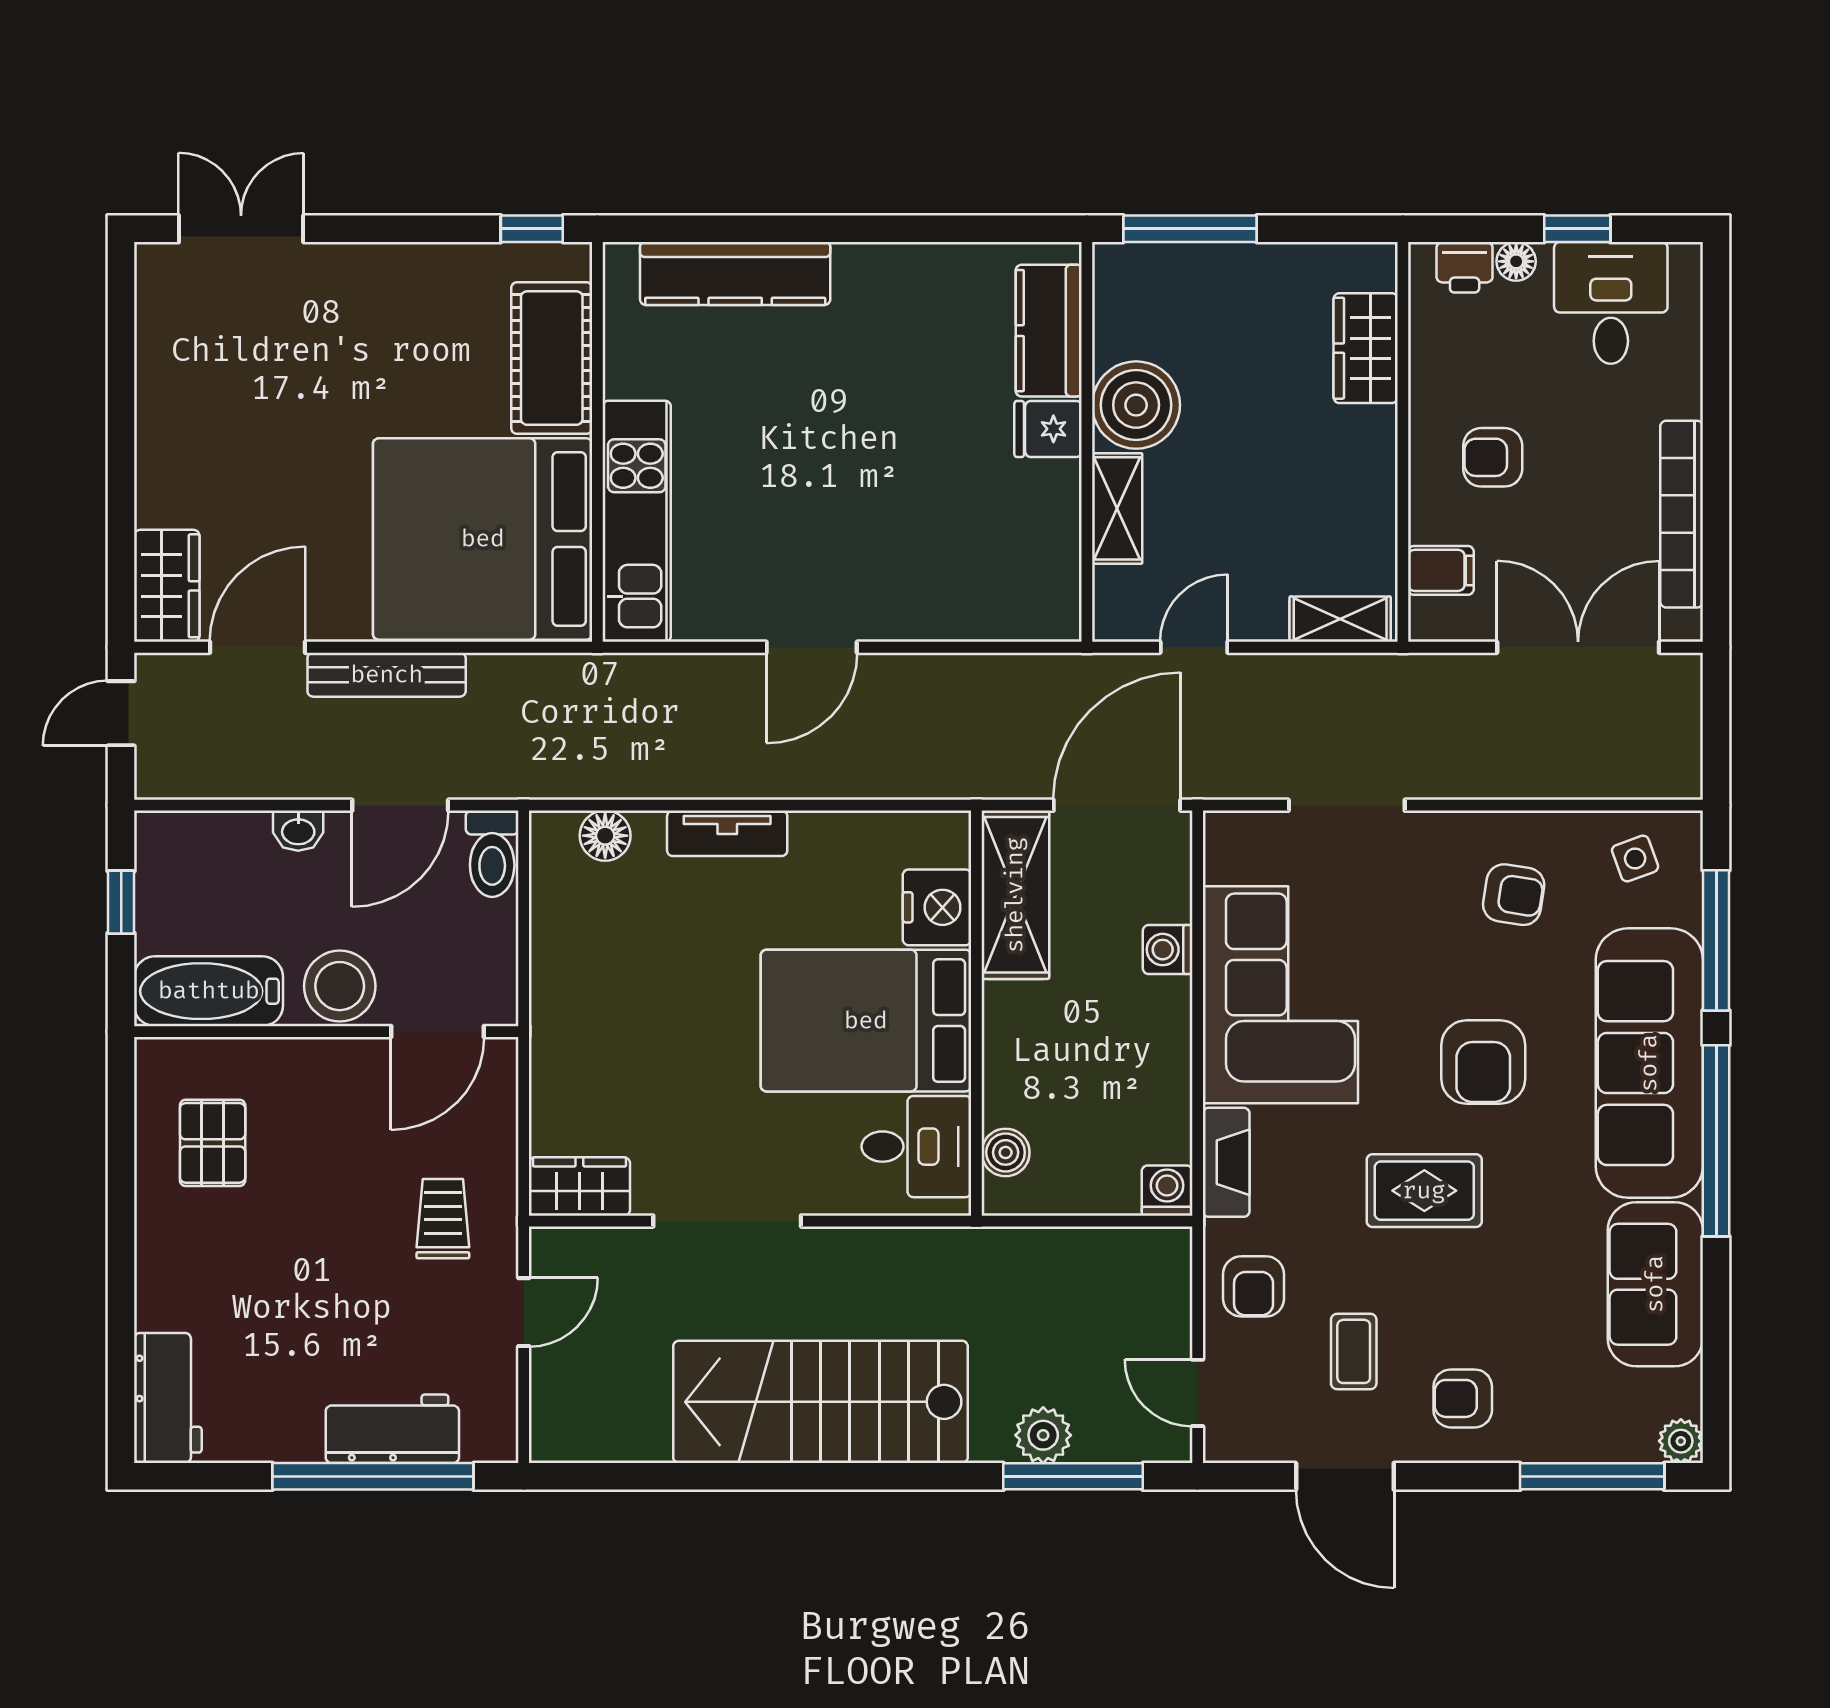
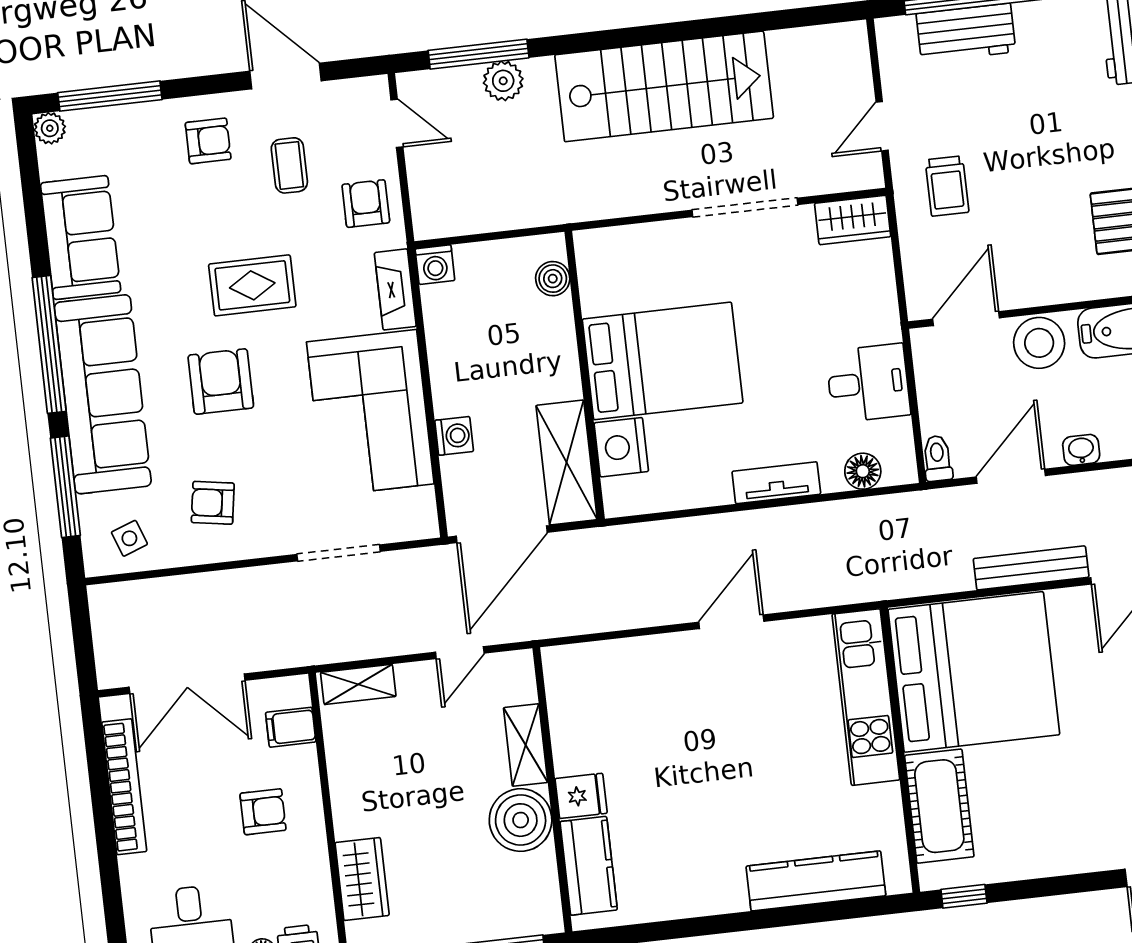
toilet: (492, 854) -> (937, 458), width x0.73, depth x0.72
desk: (916, 1147) -> (868, 383), moved, turned 180

